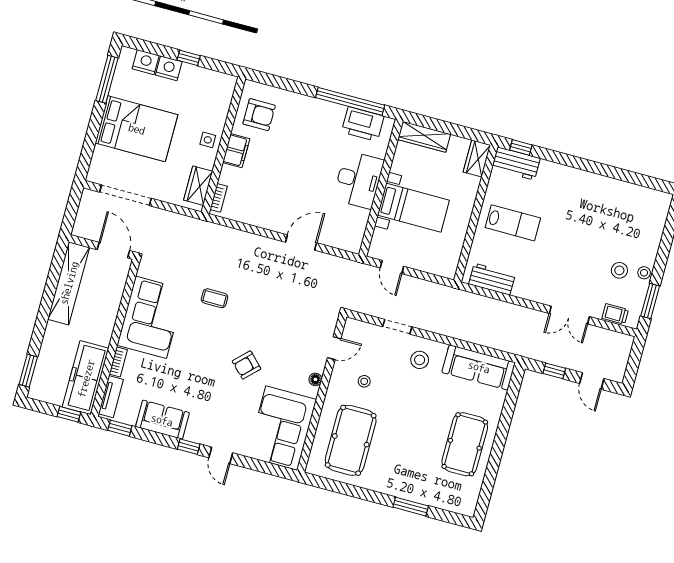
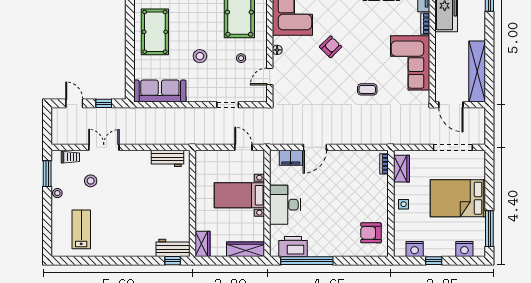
nightstand: (169, 68) -> (415, 249), moved
filing cabinet: (236, 151) -> (291, 158), moved, turned -90
lab bench: (513, 223) -> (81, 229), moved, turned 90
stool: (619, 270) -> (91, 181), moved
stool: (420, 360) -> (200, 56), moved

